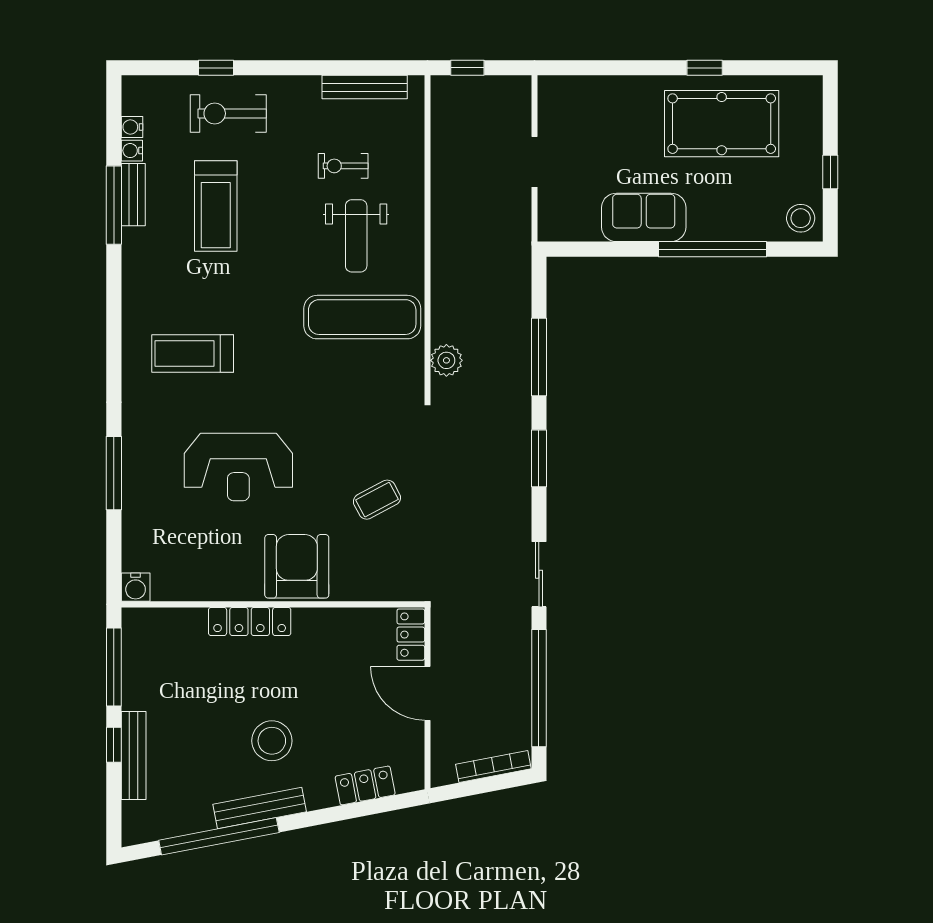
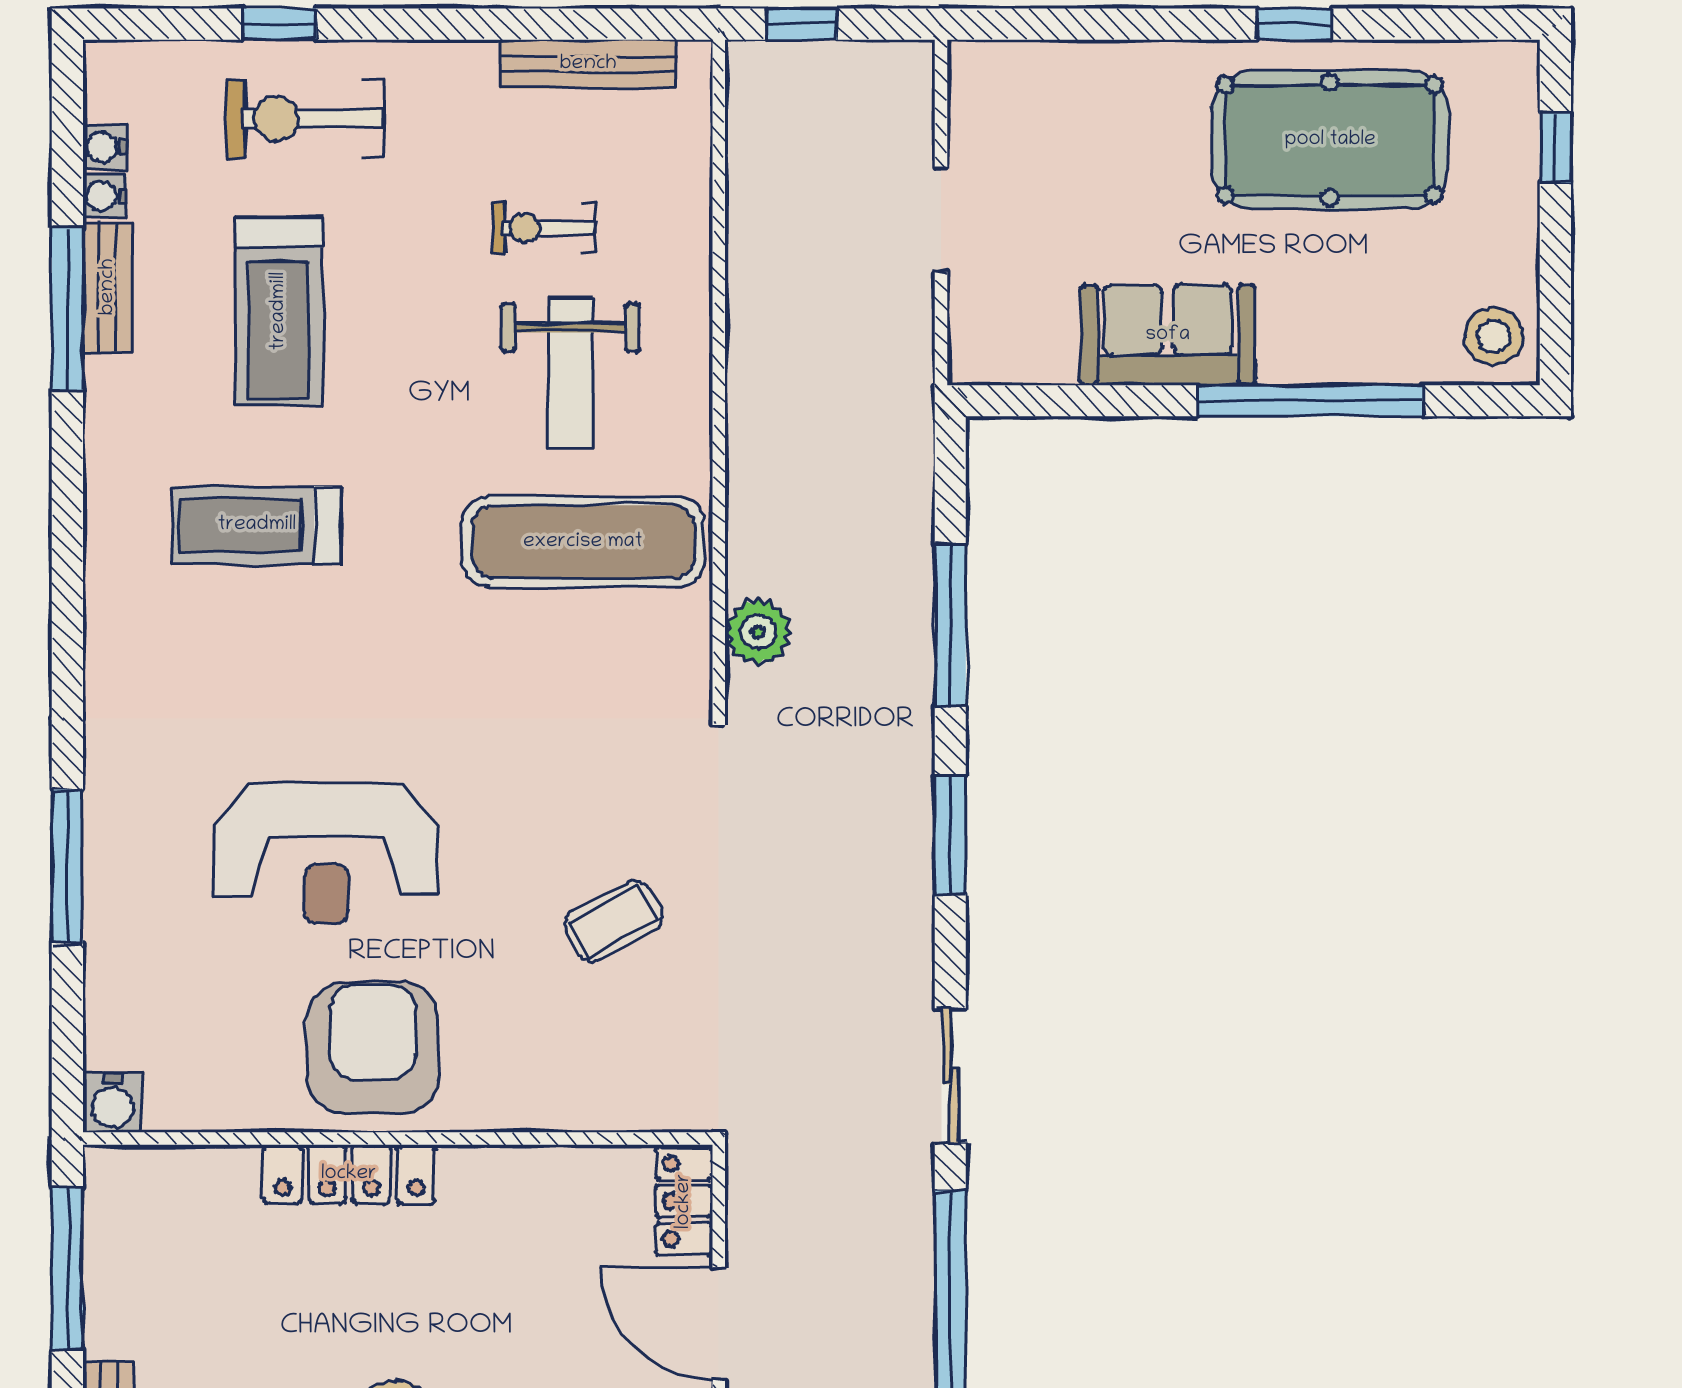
window: (830, 172) -> (1555, 148), moved
treadmill: (193, 353) -> (257, 525), moved
armchair: (297, 566) -> (373, 1048), moved

